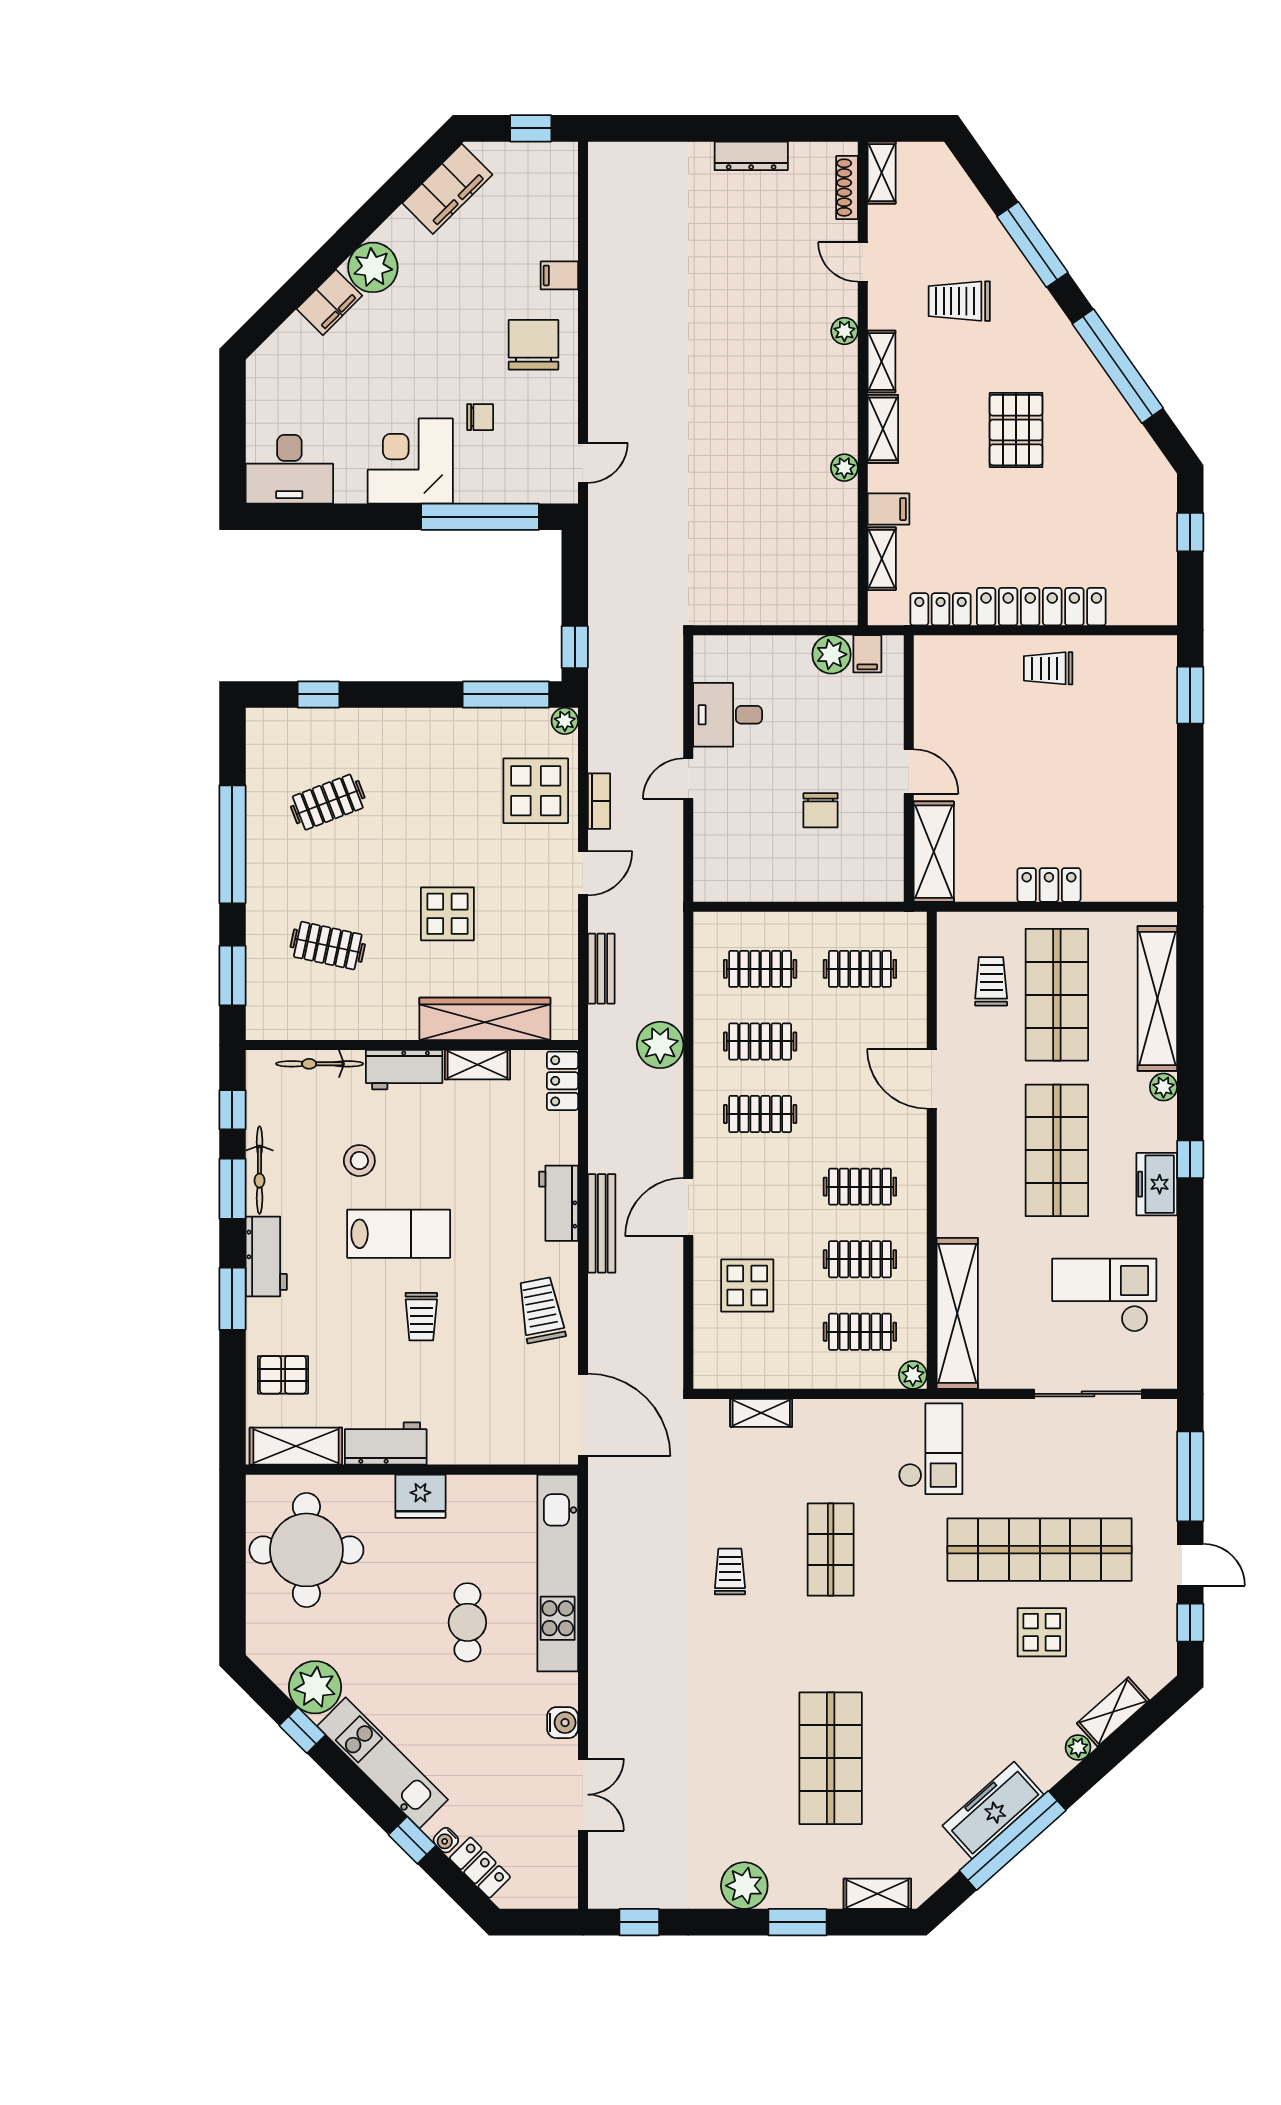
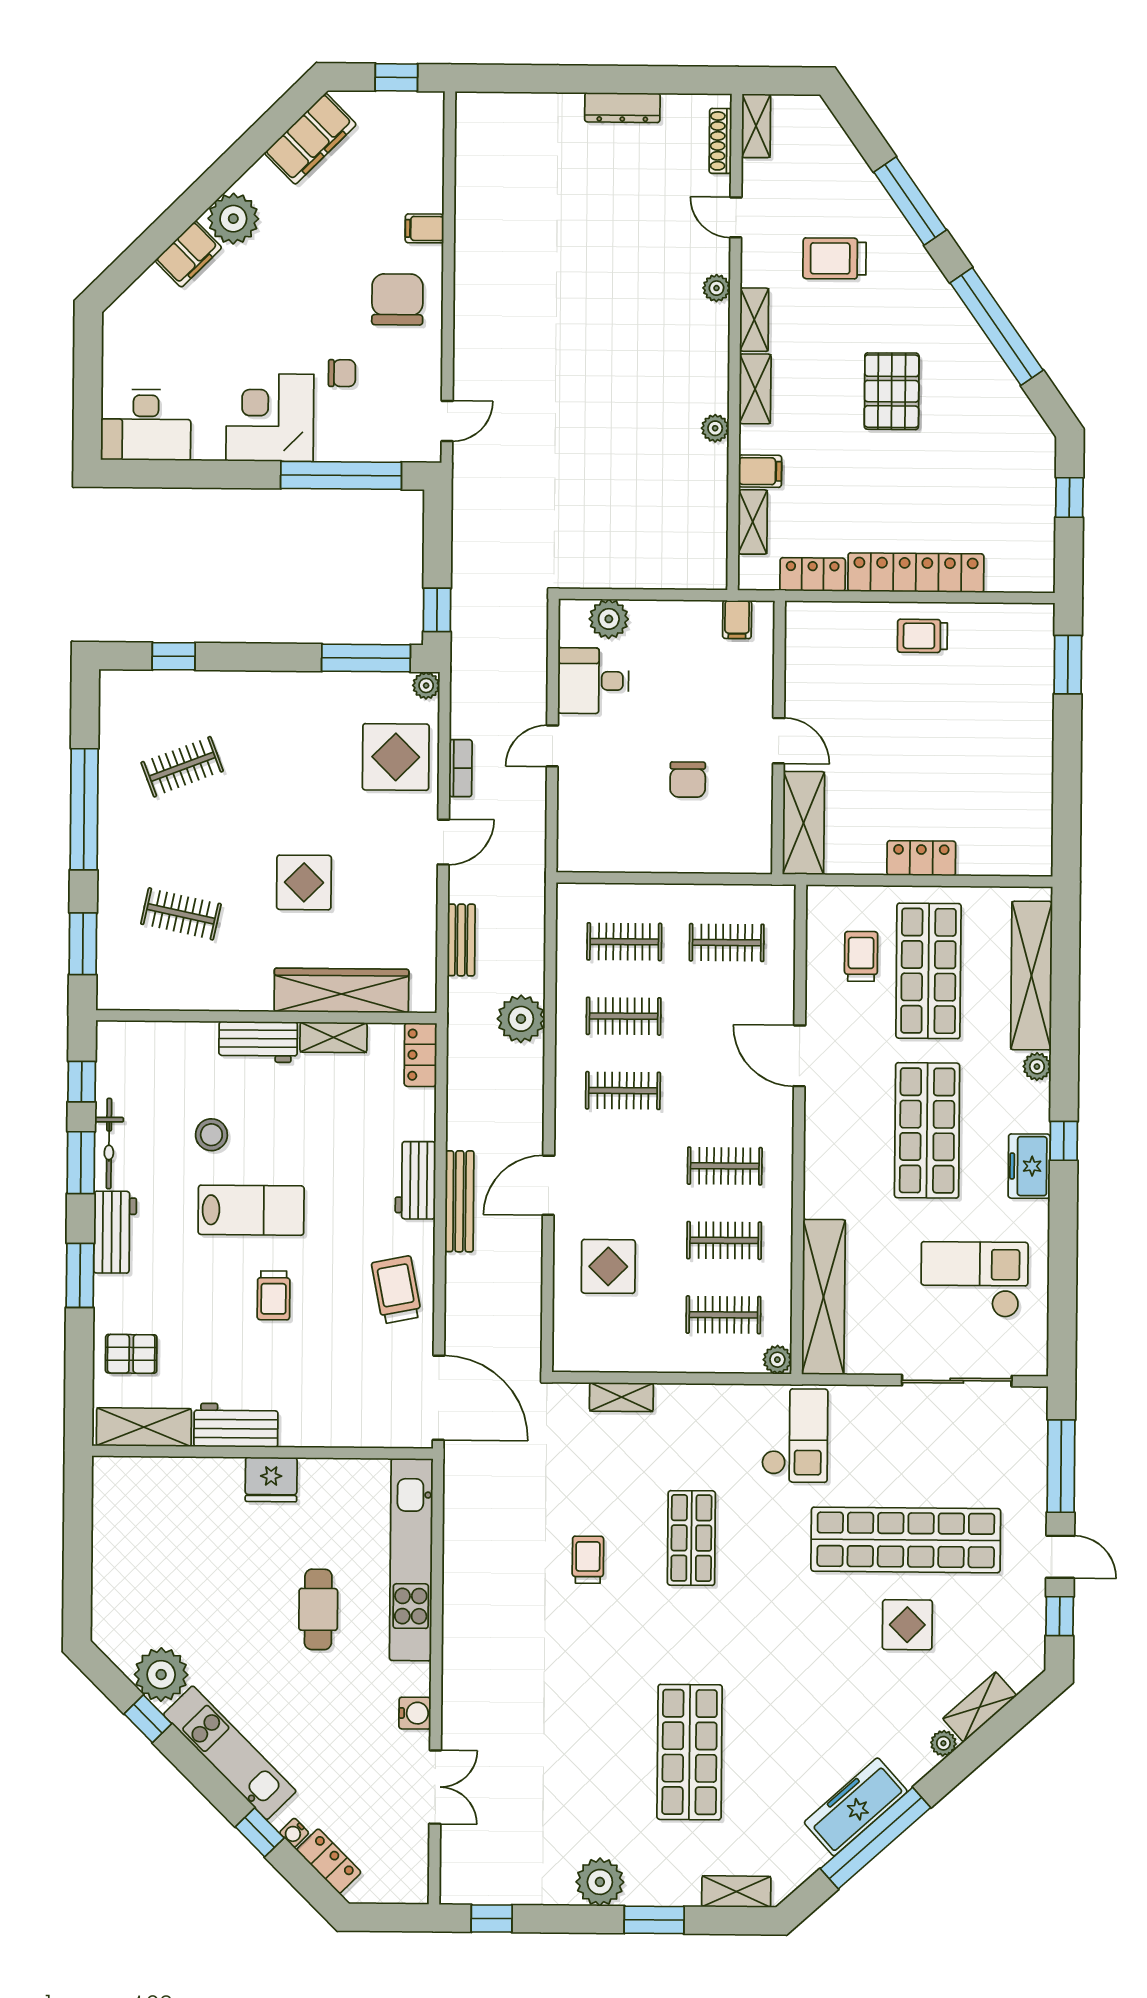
plant: (831, 654) -> (609, 619), moved
bicycle: (320, 1064) -> (172, 1035), removed
round table: (306, 1550) -> (154, 1534), removed

